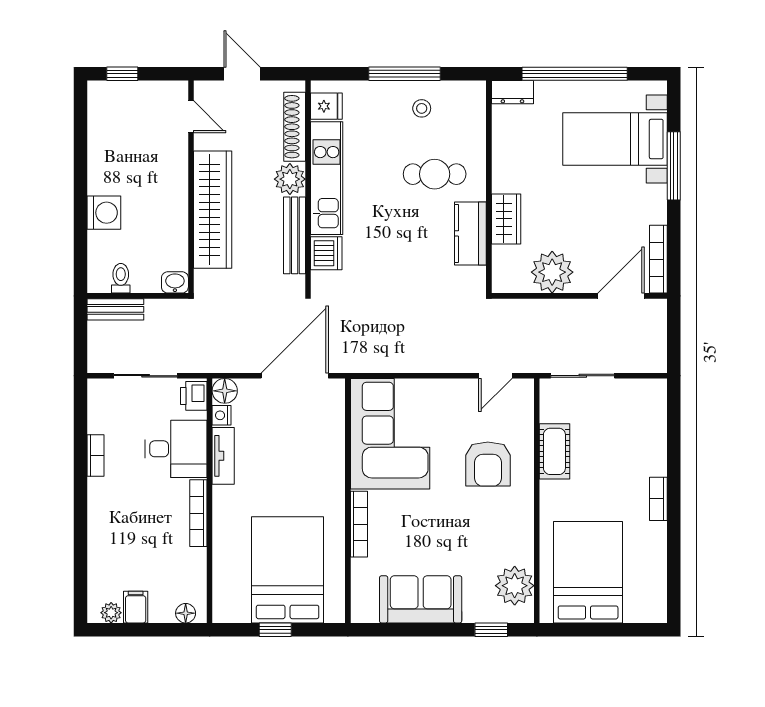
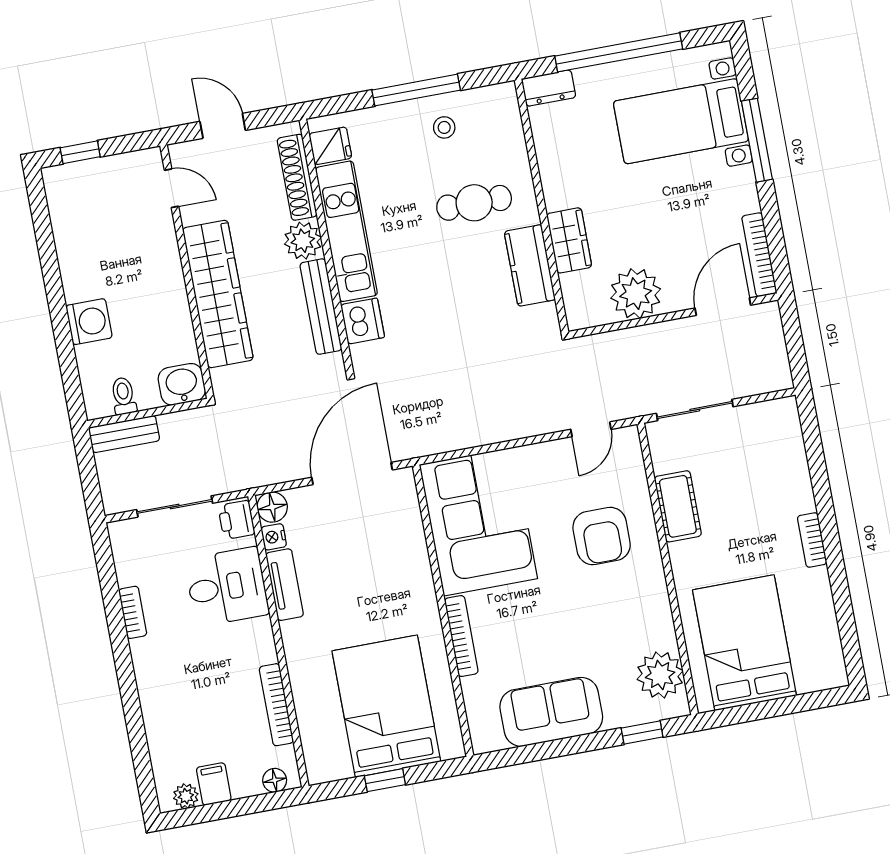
washbasin: (175, 282) -> (182, 384), width x1.38, depth x1.45
bookcase: (198, 513) -> (276, 705), moved

